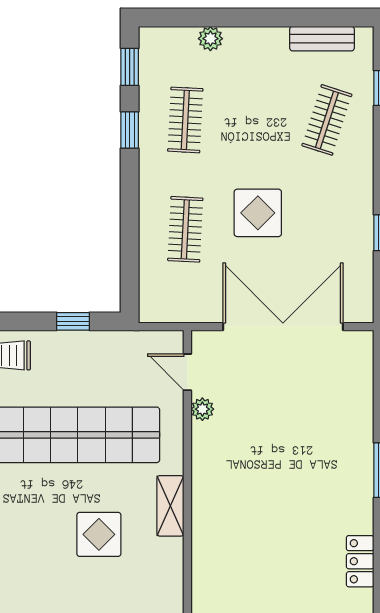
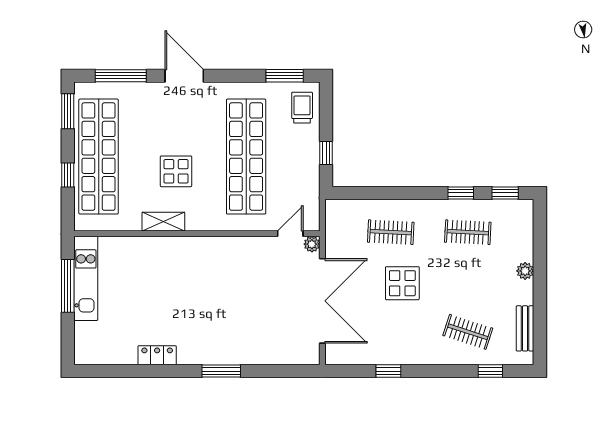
plant: (210, 39) -> (525, 271), moved
plant: (202, 409) -> (312, 244), moved
shelving: (170, 506) -> (163, 222), moved

